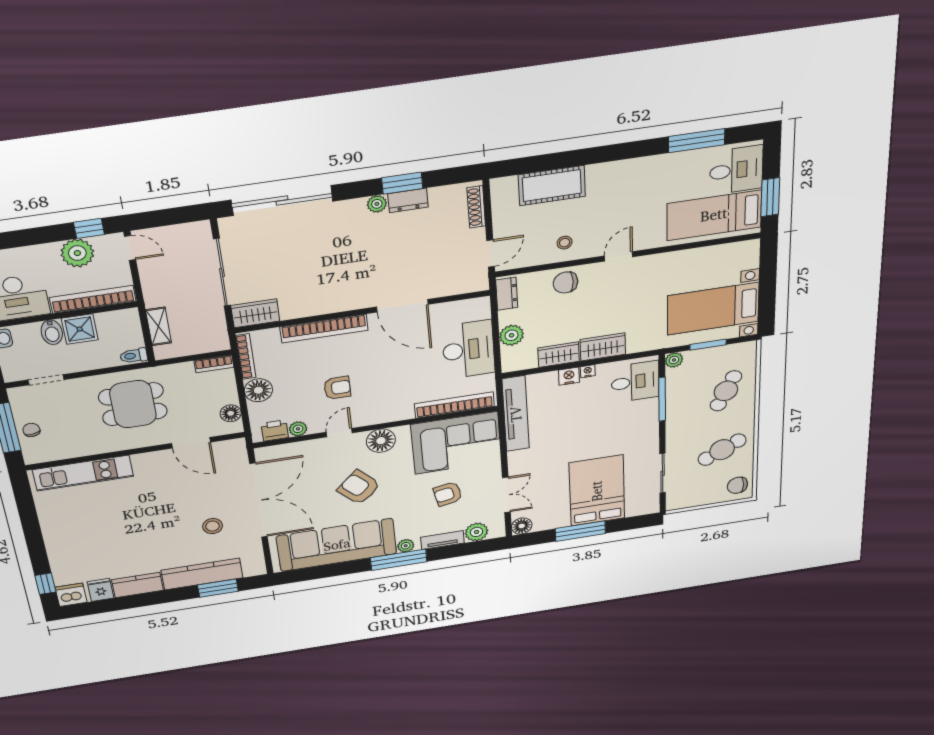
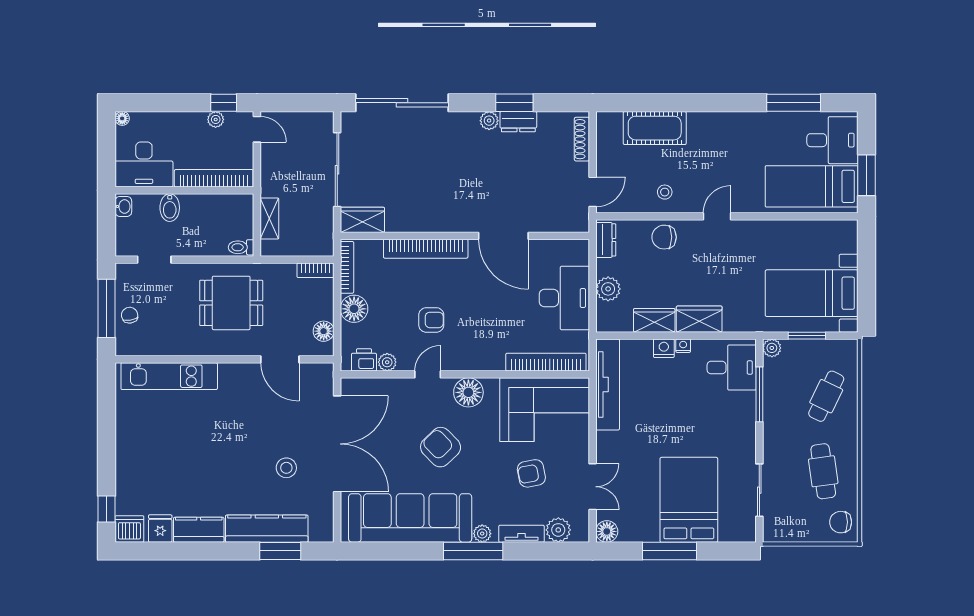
plant: (77, 253) -> (216, 119), width x0.53, depth x0.53
shower: (80, 329) -> (196, 209), removed
cafe table: (722, 450) -> (823, 471), turned -71

